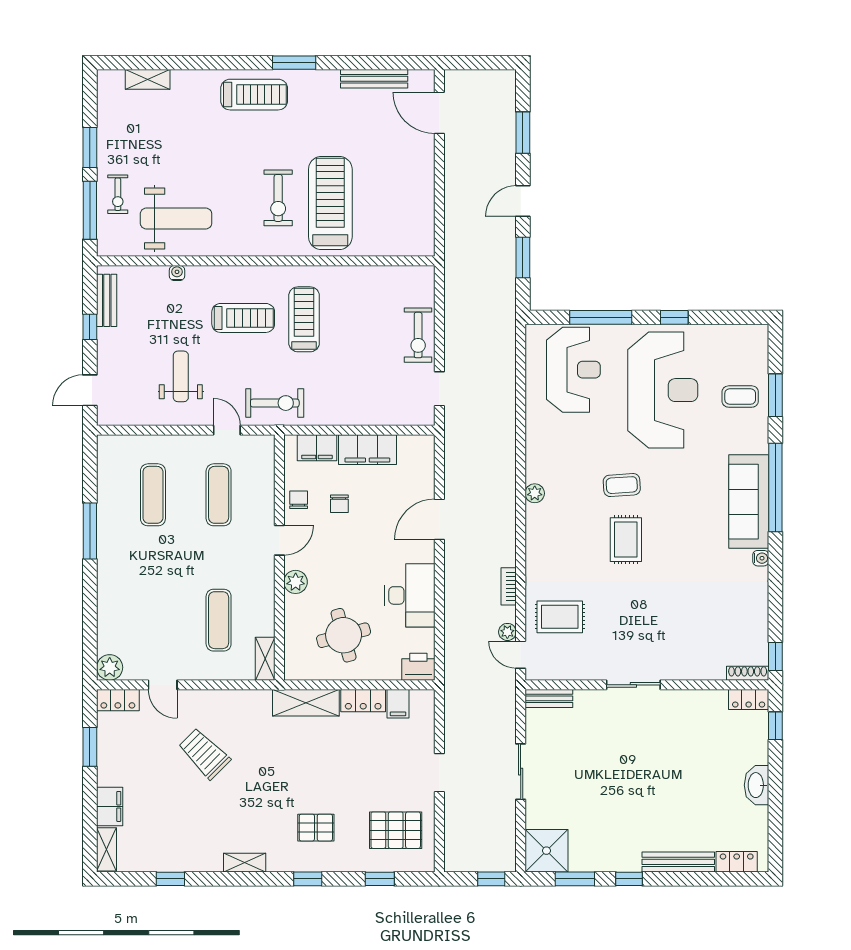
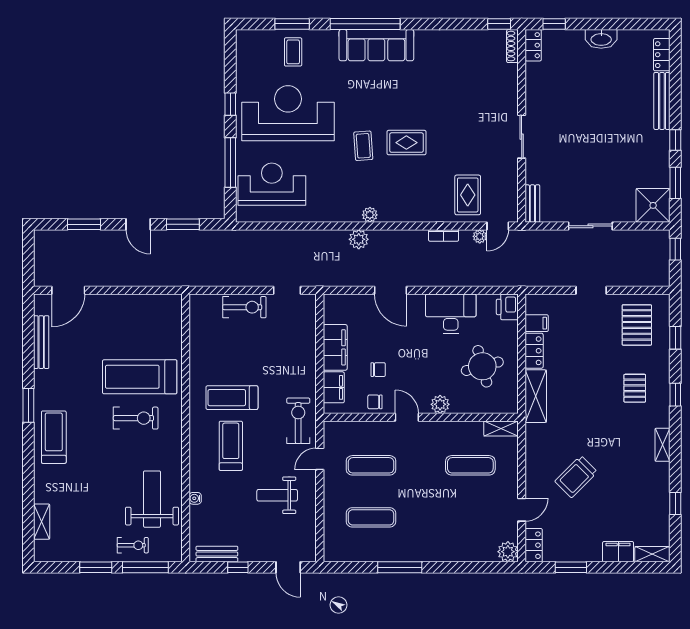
plant: (504, 479) -> (359, 239), added
water cooler: (761, 558) -> (421, 36), removed

